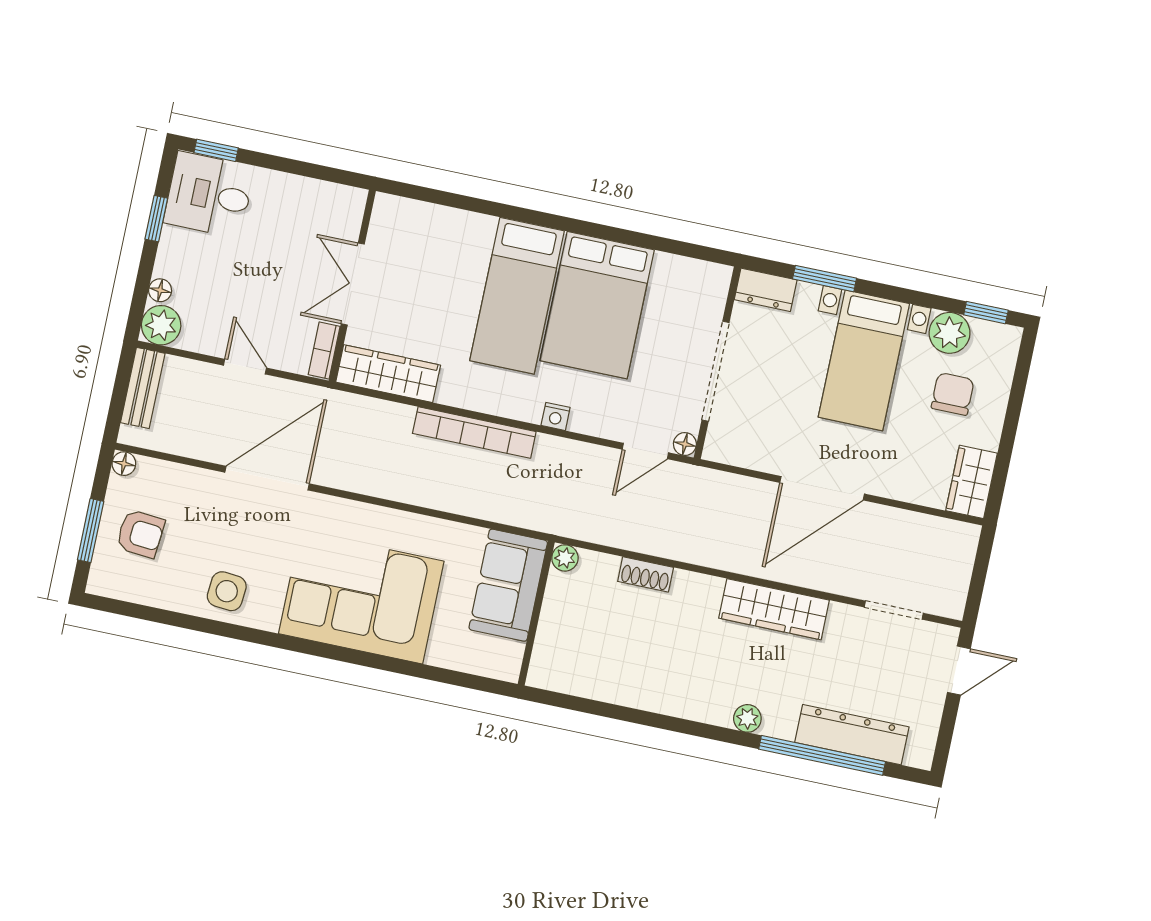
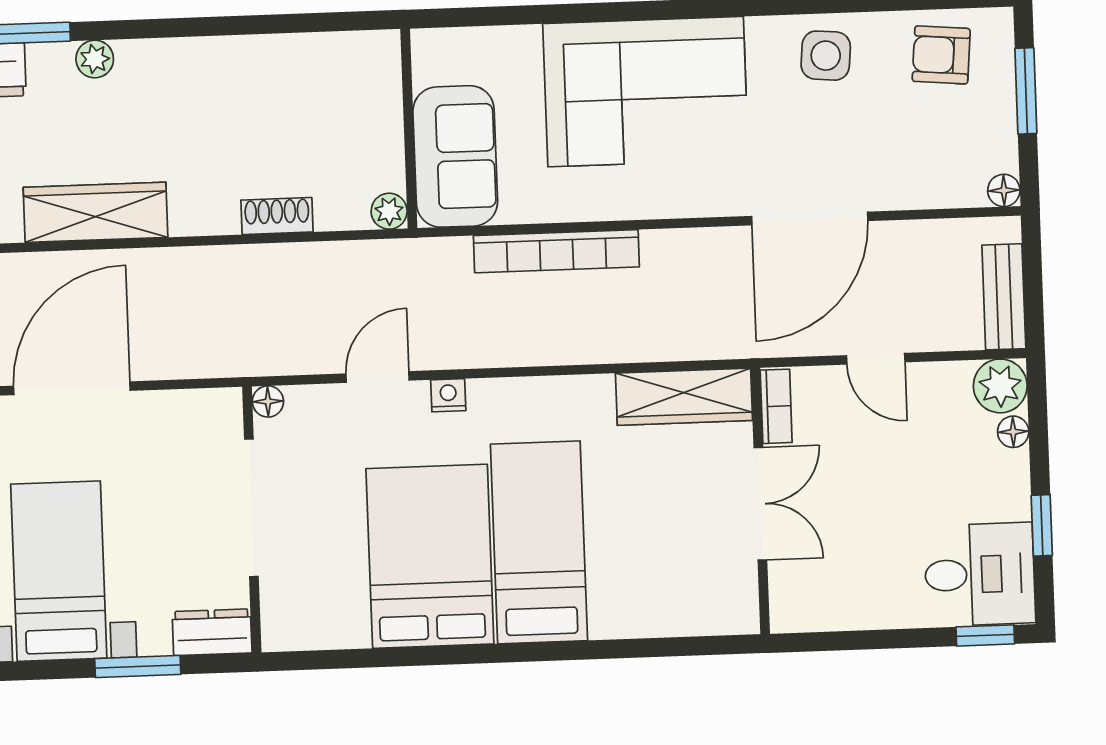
bookcase: (474, 432) -> (556, 251), moved, turned 180
door: (645, 451) -> (378, 377), moved
armchair: (140, 534) -> (941, 55), moved

